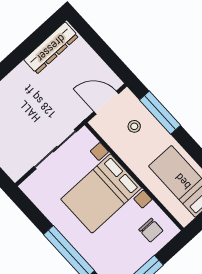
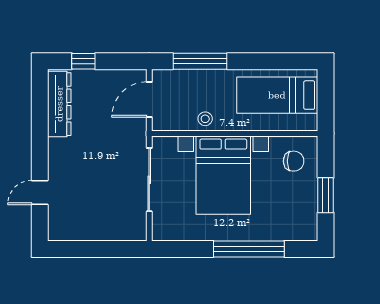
window: (92, 38) -> (83, 61), added
stool: (134, 126) -> (205, 119), moved

